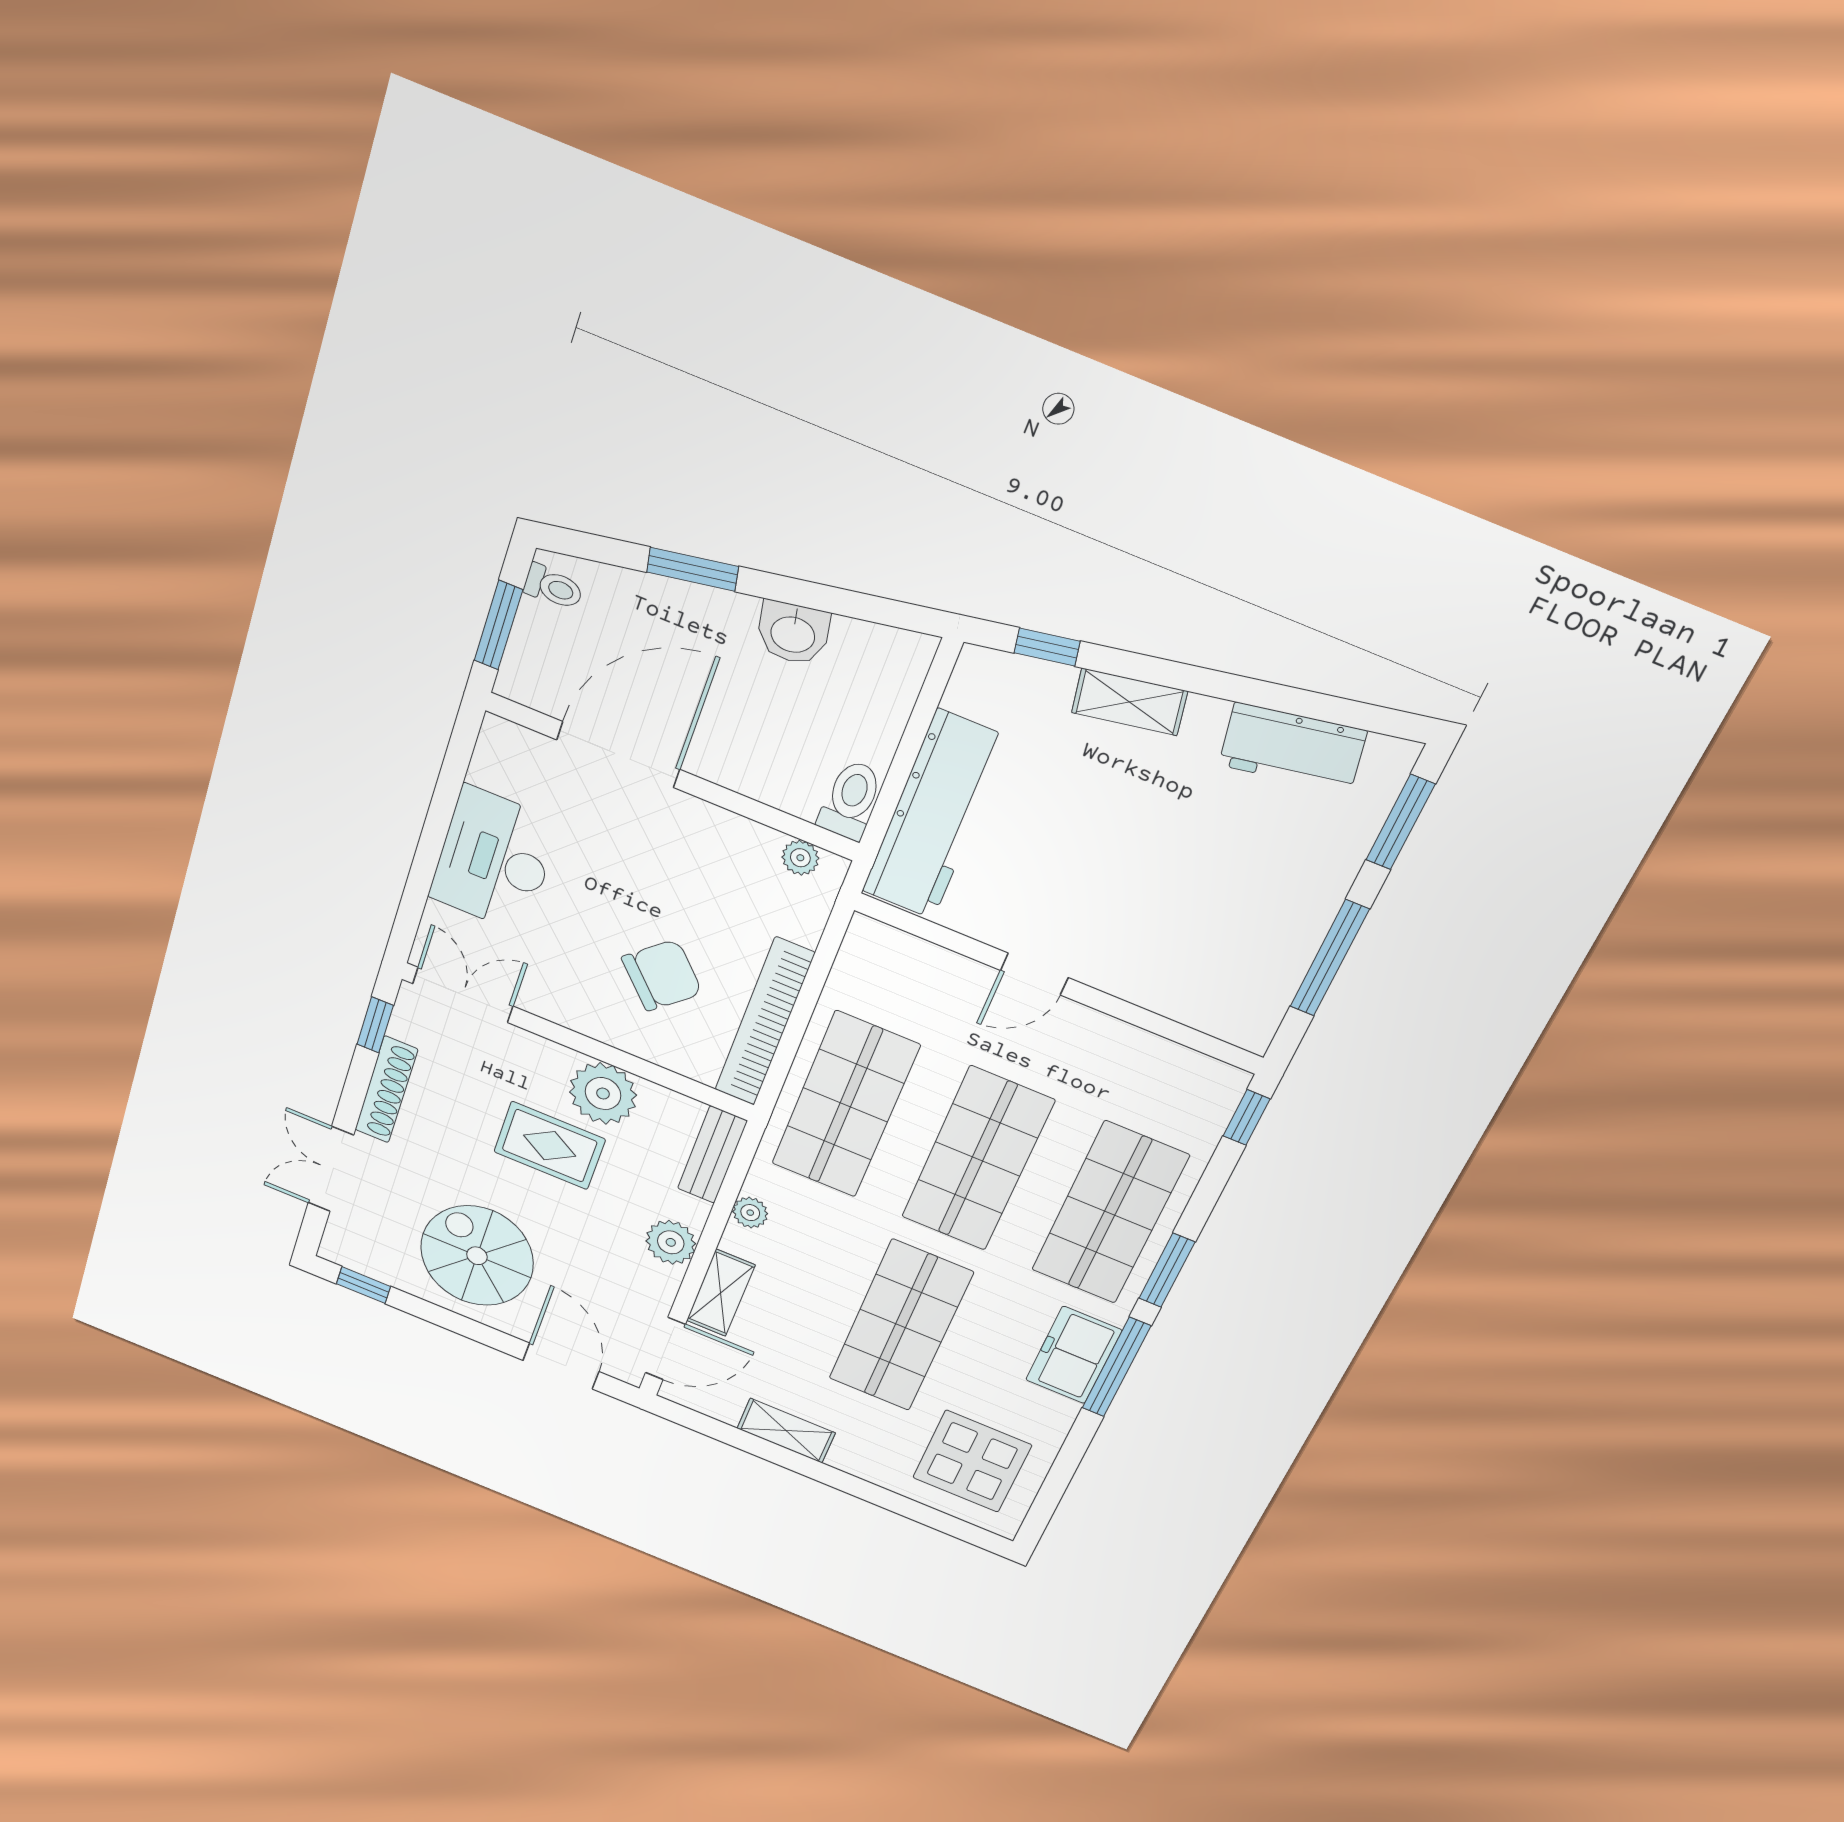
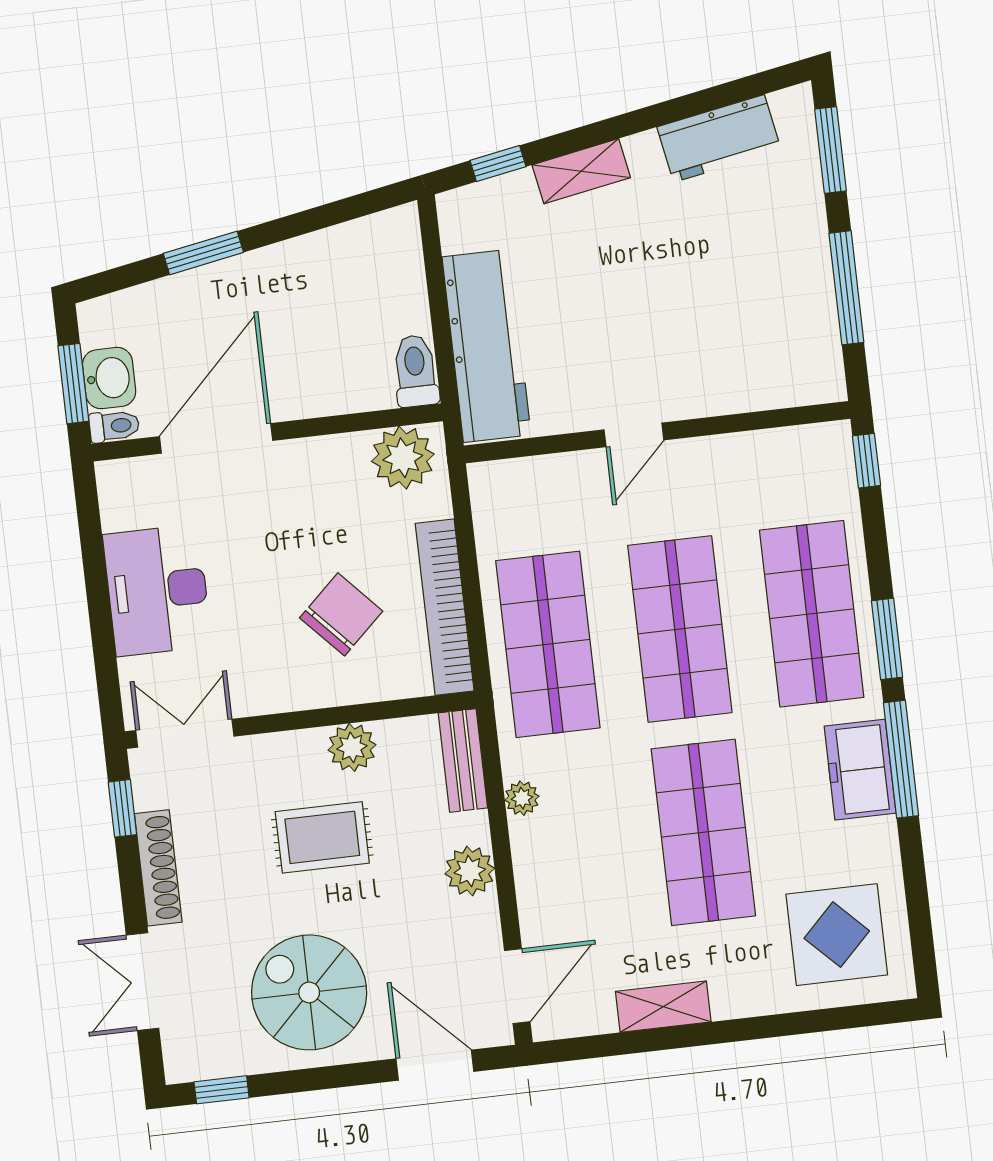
toilet: (553, 587) -> (114, 426), moved
washbasin: (793, 633) -> (109, 378), moved, turned -80
plant: (800, 858) -> (403, 458), width x1.87, depth x1.87
plant: (603, 1094) -> (352, 747), width x0.73, depth x0.73
shelving: (721, 1293) -> (537, 896), removed

